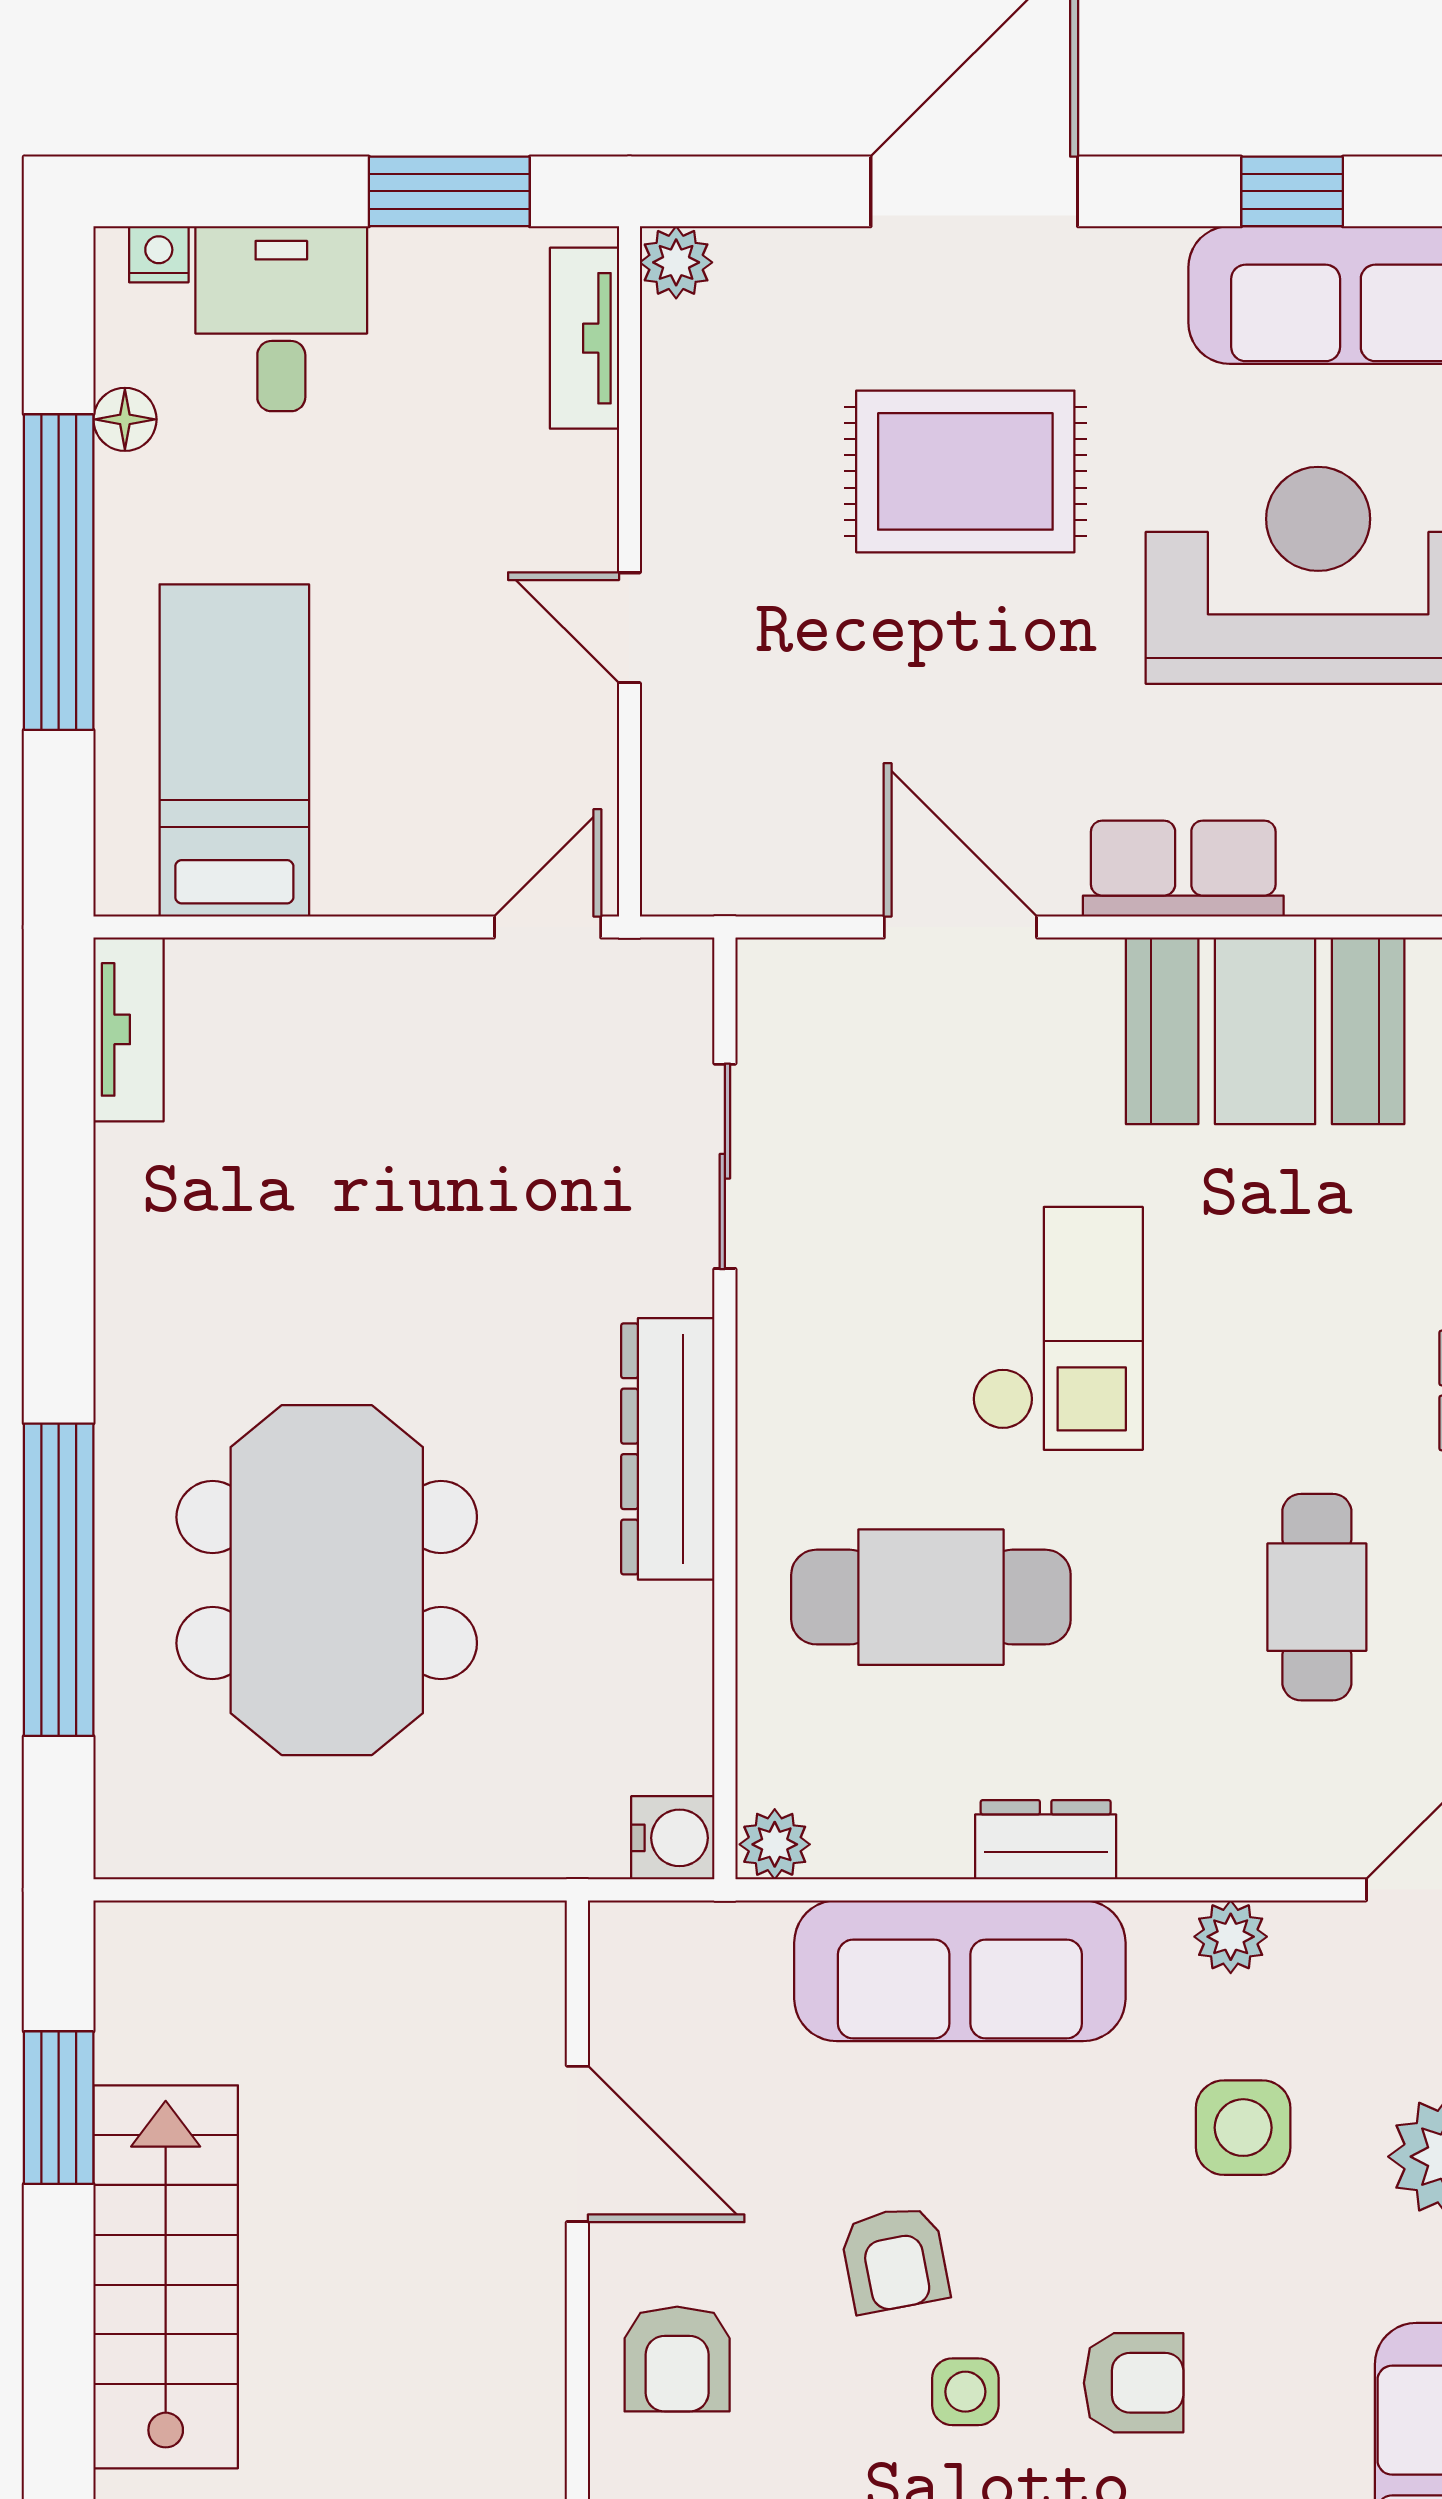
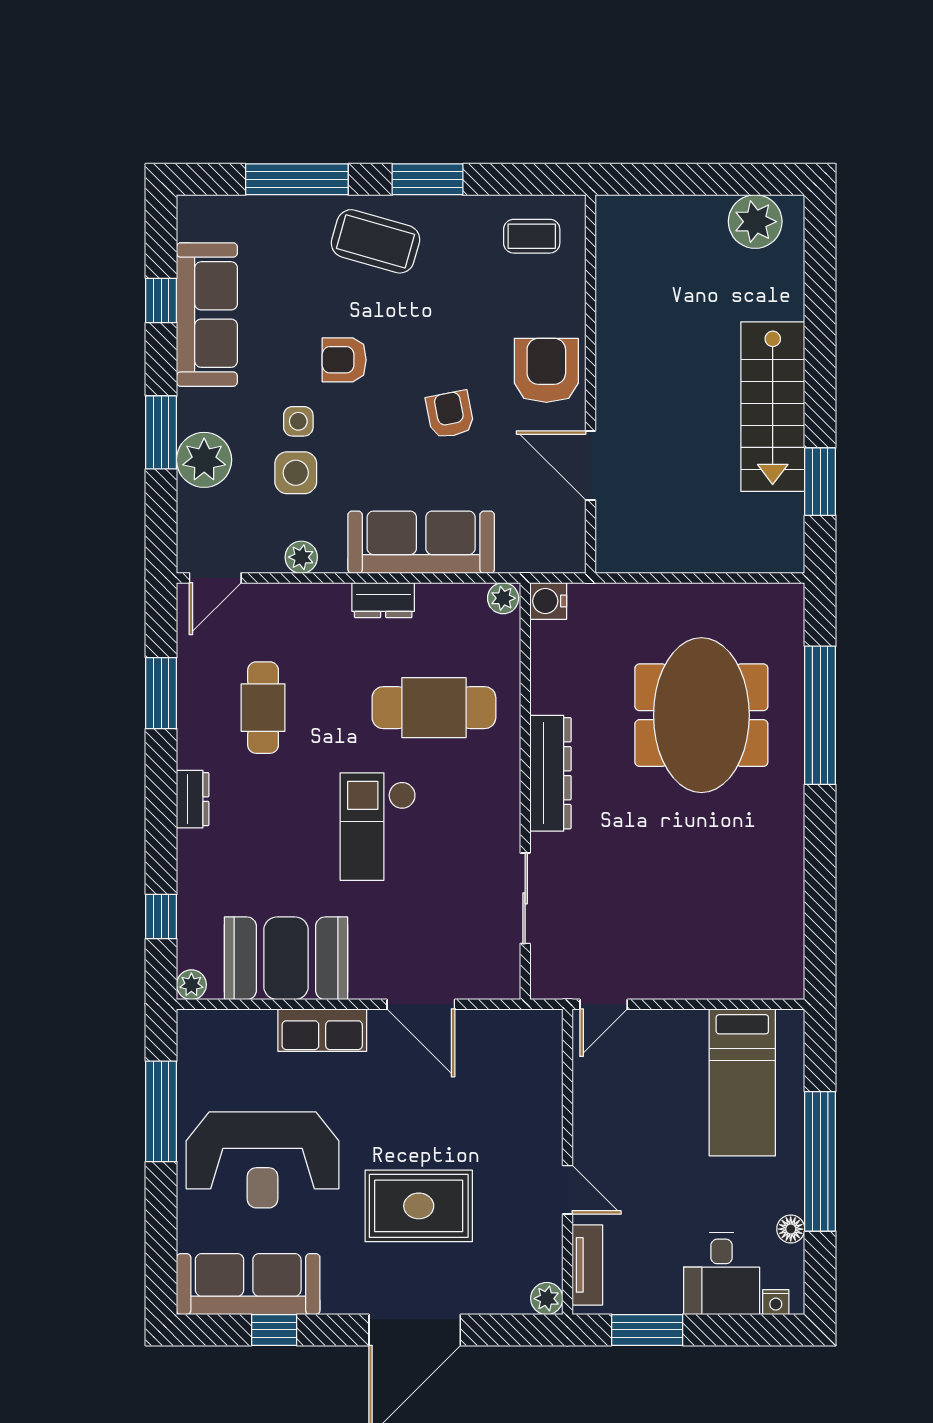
door: (629, 628) -> (567, 1190), moved
tv unit: (128, 1029) -> (789, 959), removed
armchair: (677, 2359) -> (546, 370), width x1.38, depth x1.38
side table: (965, 2392) -> (298, 421), moved

